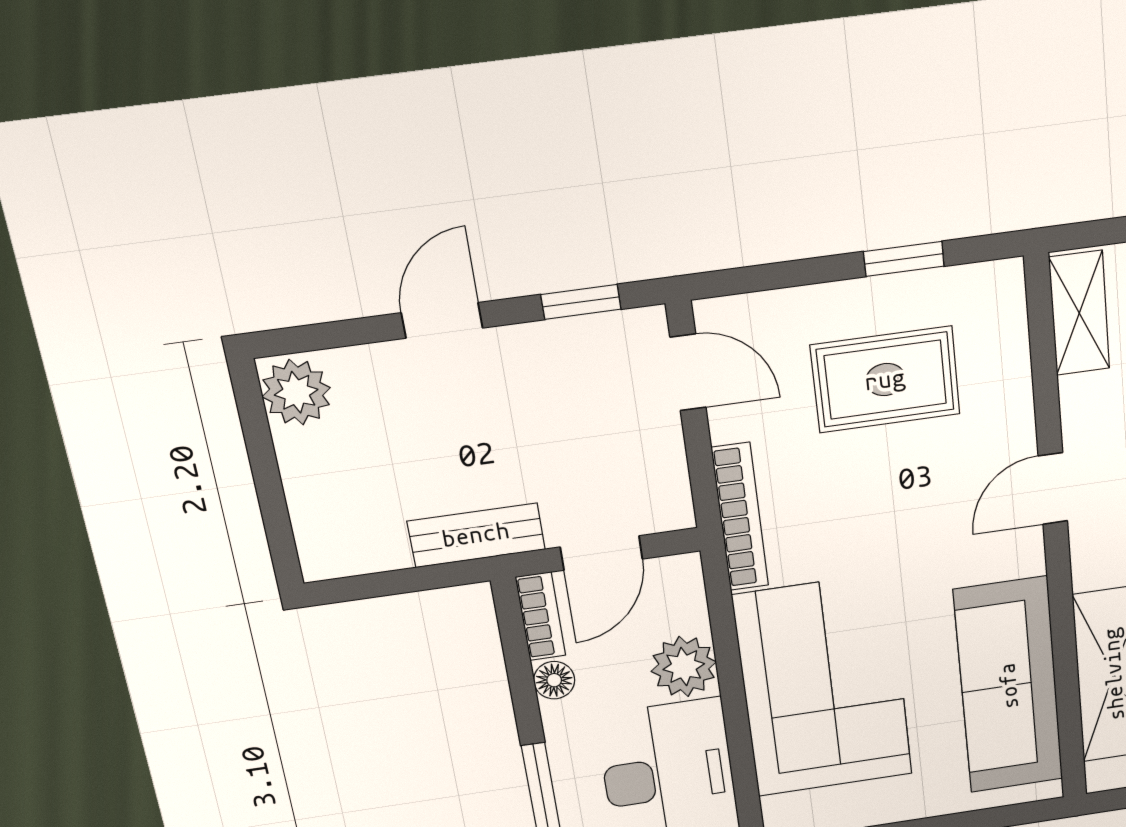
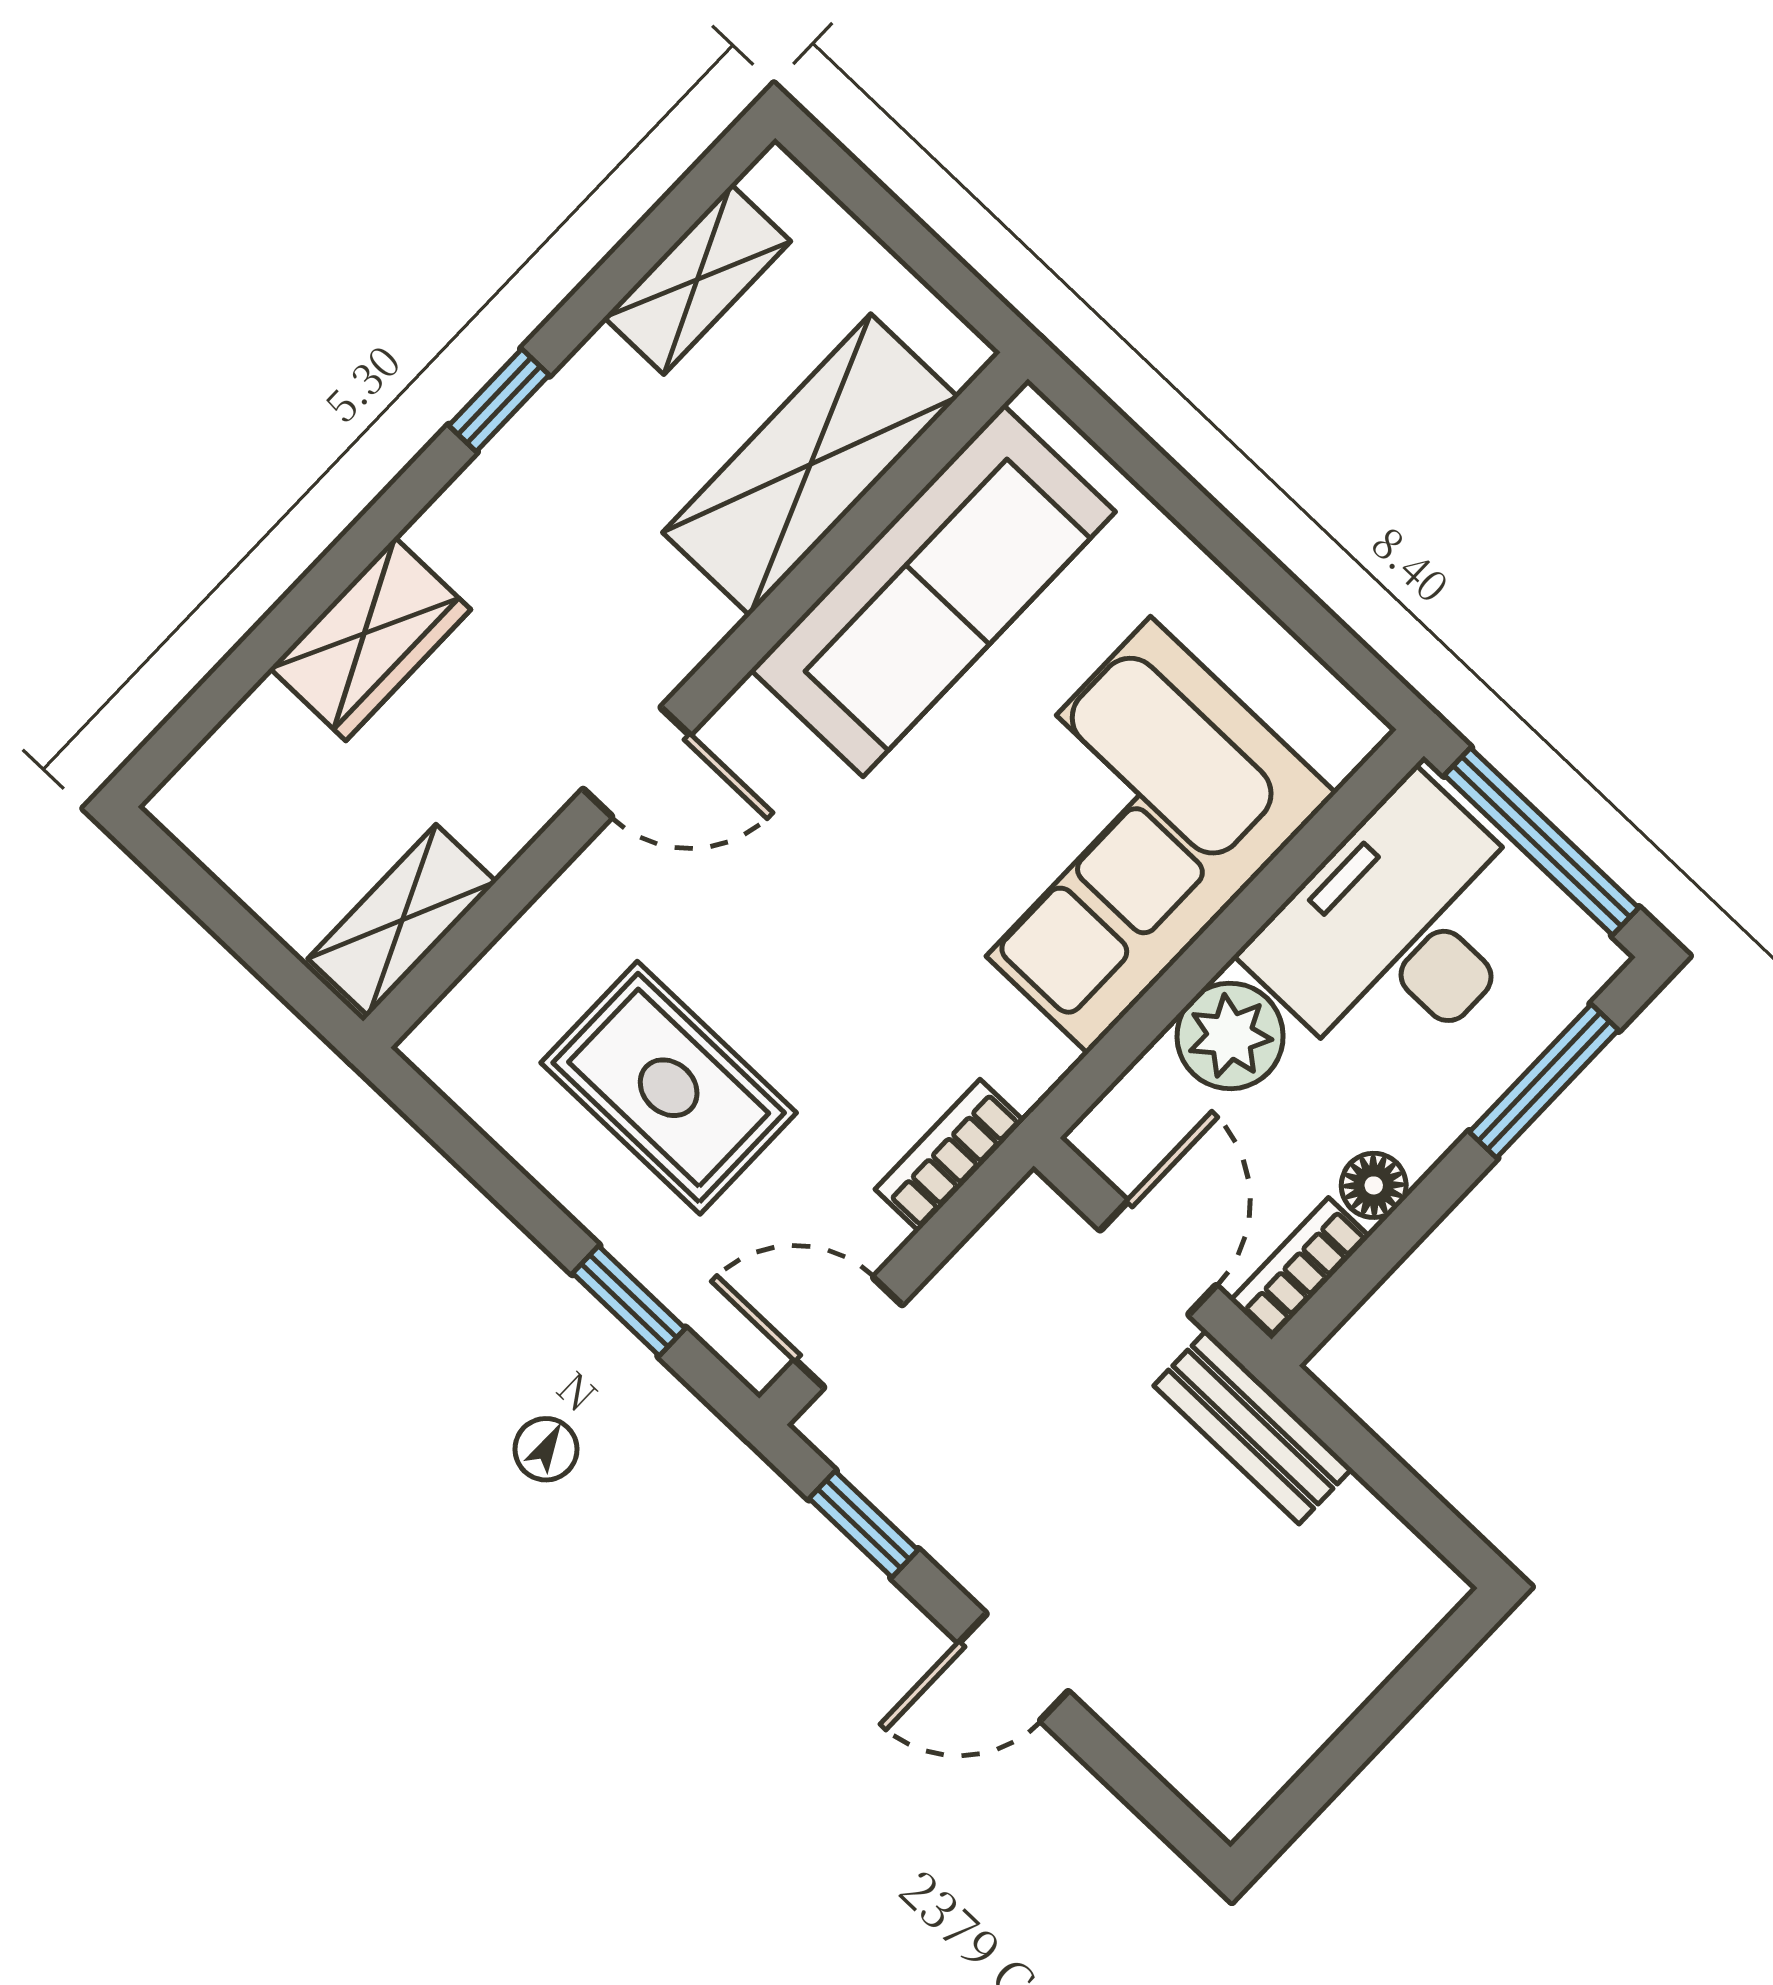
window: (904, 259) -> (629, 1301), moved
door: (688, 372) -> (849, 1332), hinge flipped
plant: (296, 392) -> (1235, 1770), removed
bookcase: (740, 517) -> (949, 1155), width x0.64
door: (601, 553) -> (1158, 1258), hinge flipped

